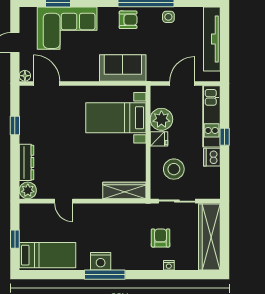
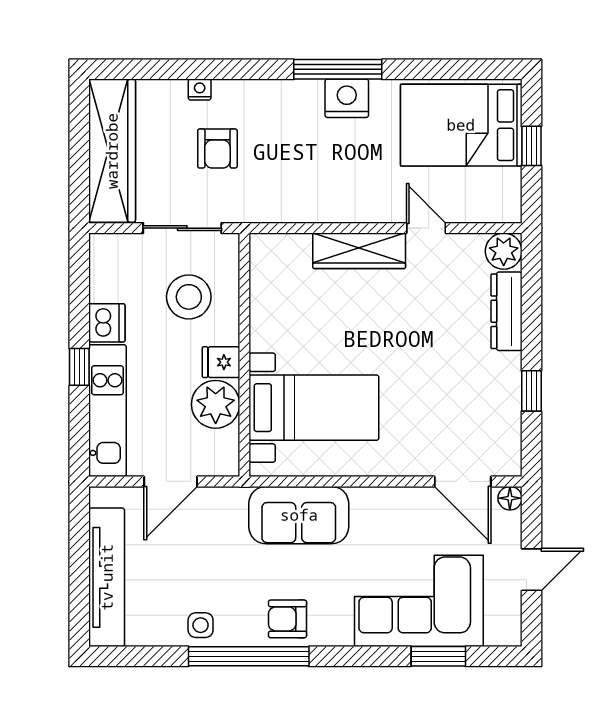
wardrobe: (124, 191) -> (359, 251), moved
bed: (47, 255) -> (461, 125), width x1.50

